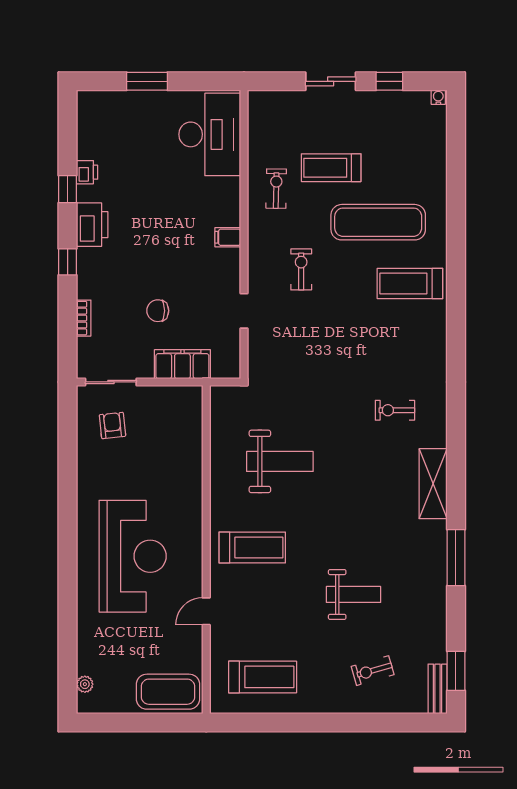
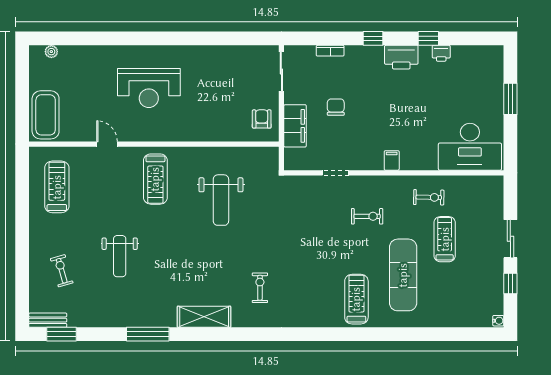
armchair: (112, 425) -> (262, 119), moved, turned -84
reception desk: (133, 556) -> (149, 88), width x0.74, depth x0.77
treadmill: (263, 677) -> (57, 187), turned 180

